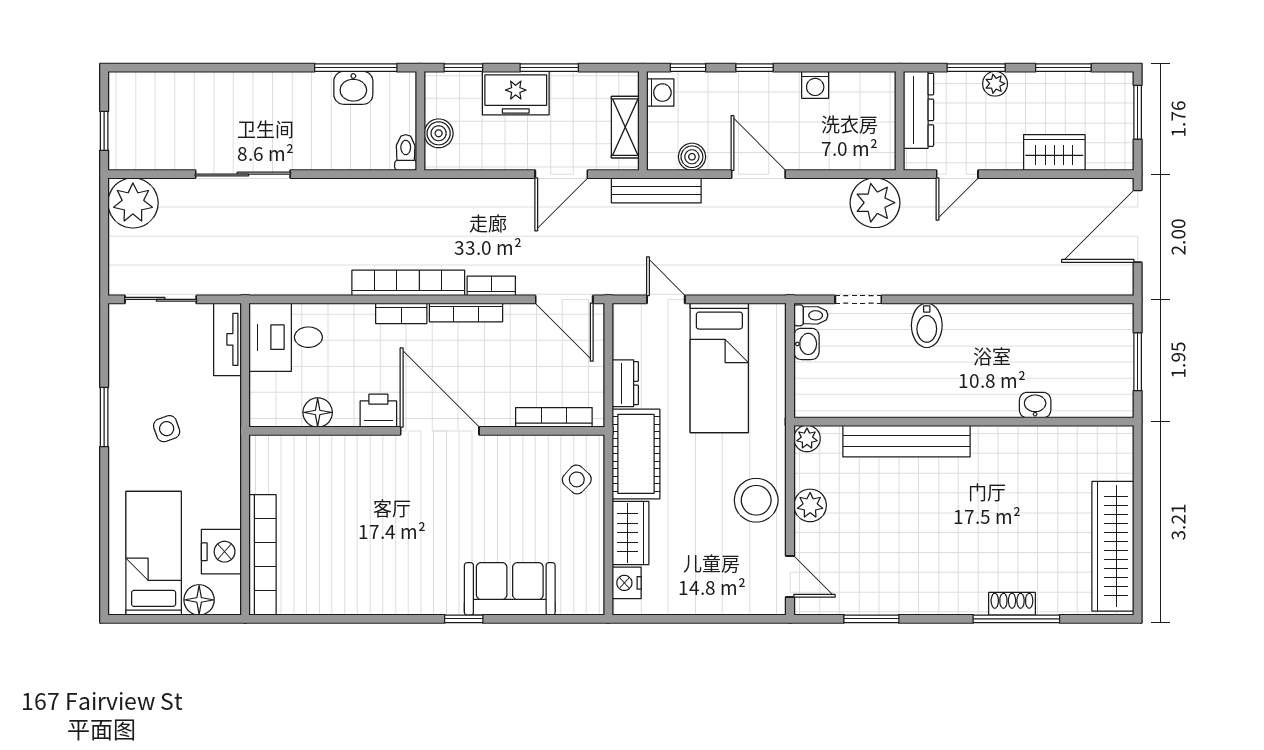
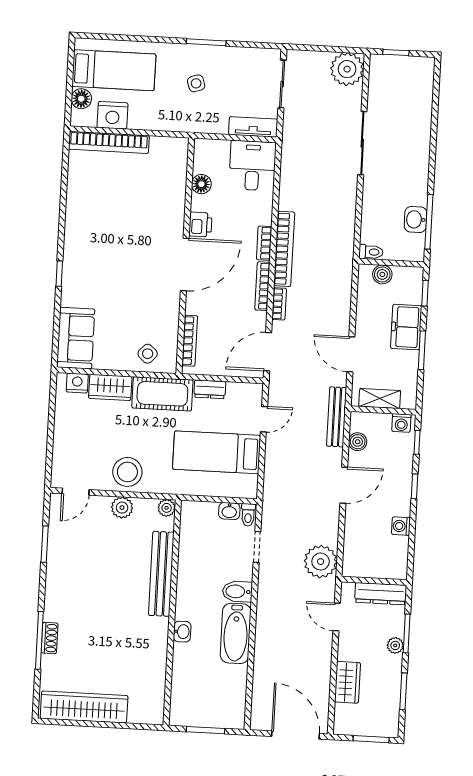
bathtub: (990, 324) -> (236, 633), added
washbasin: (1035, 405) -> (182, 632), moved
sofa: (510, 589) -> (76, 338), moved

